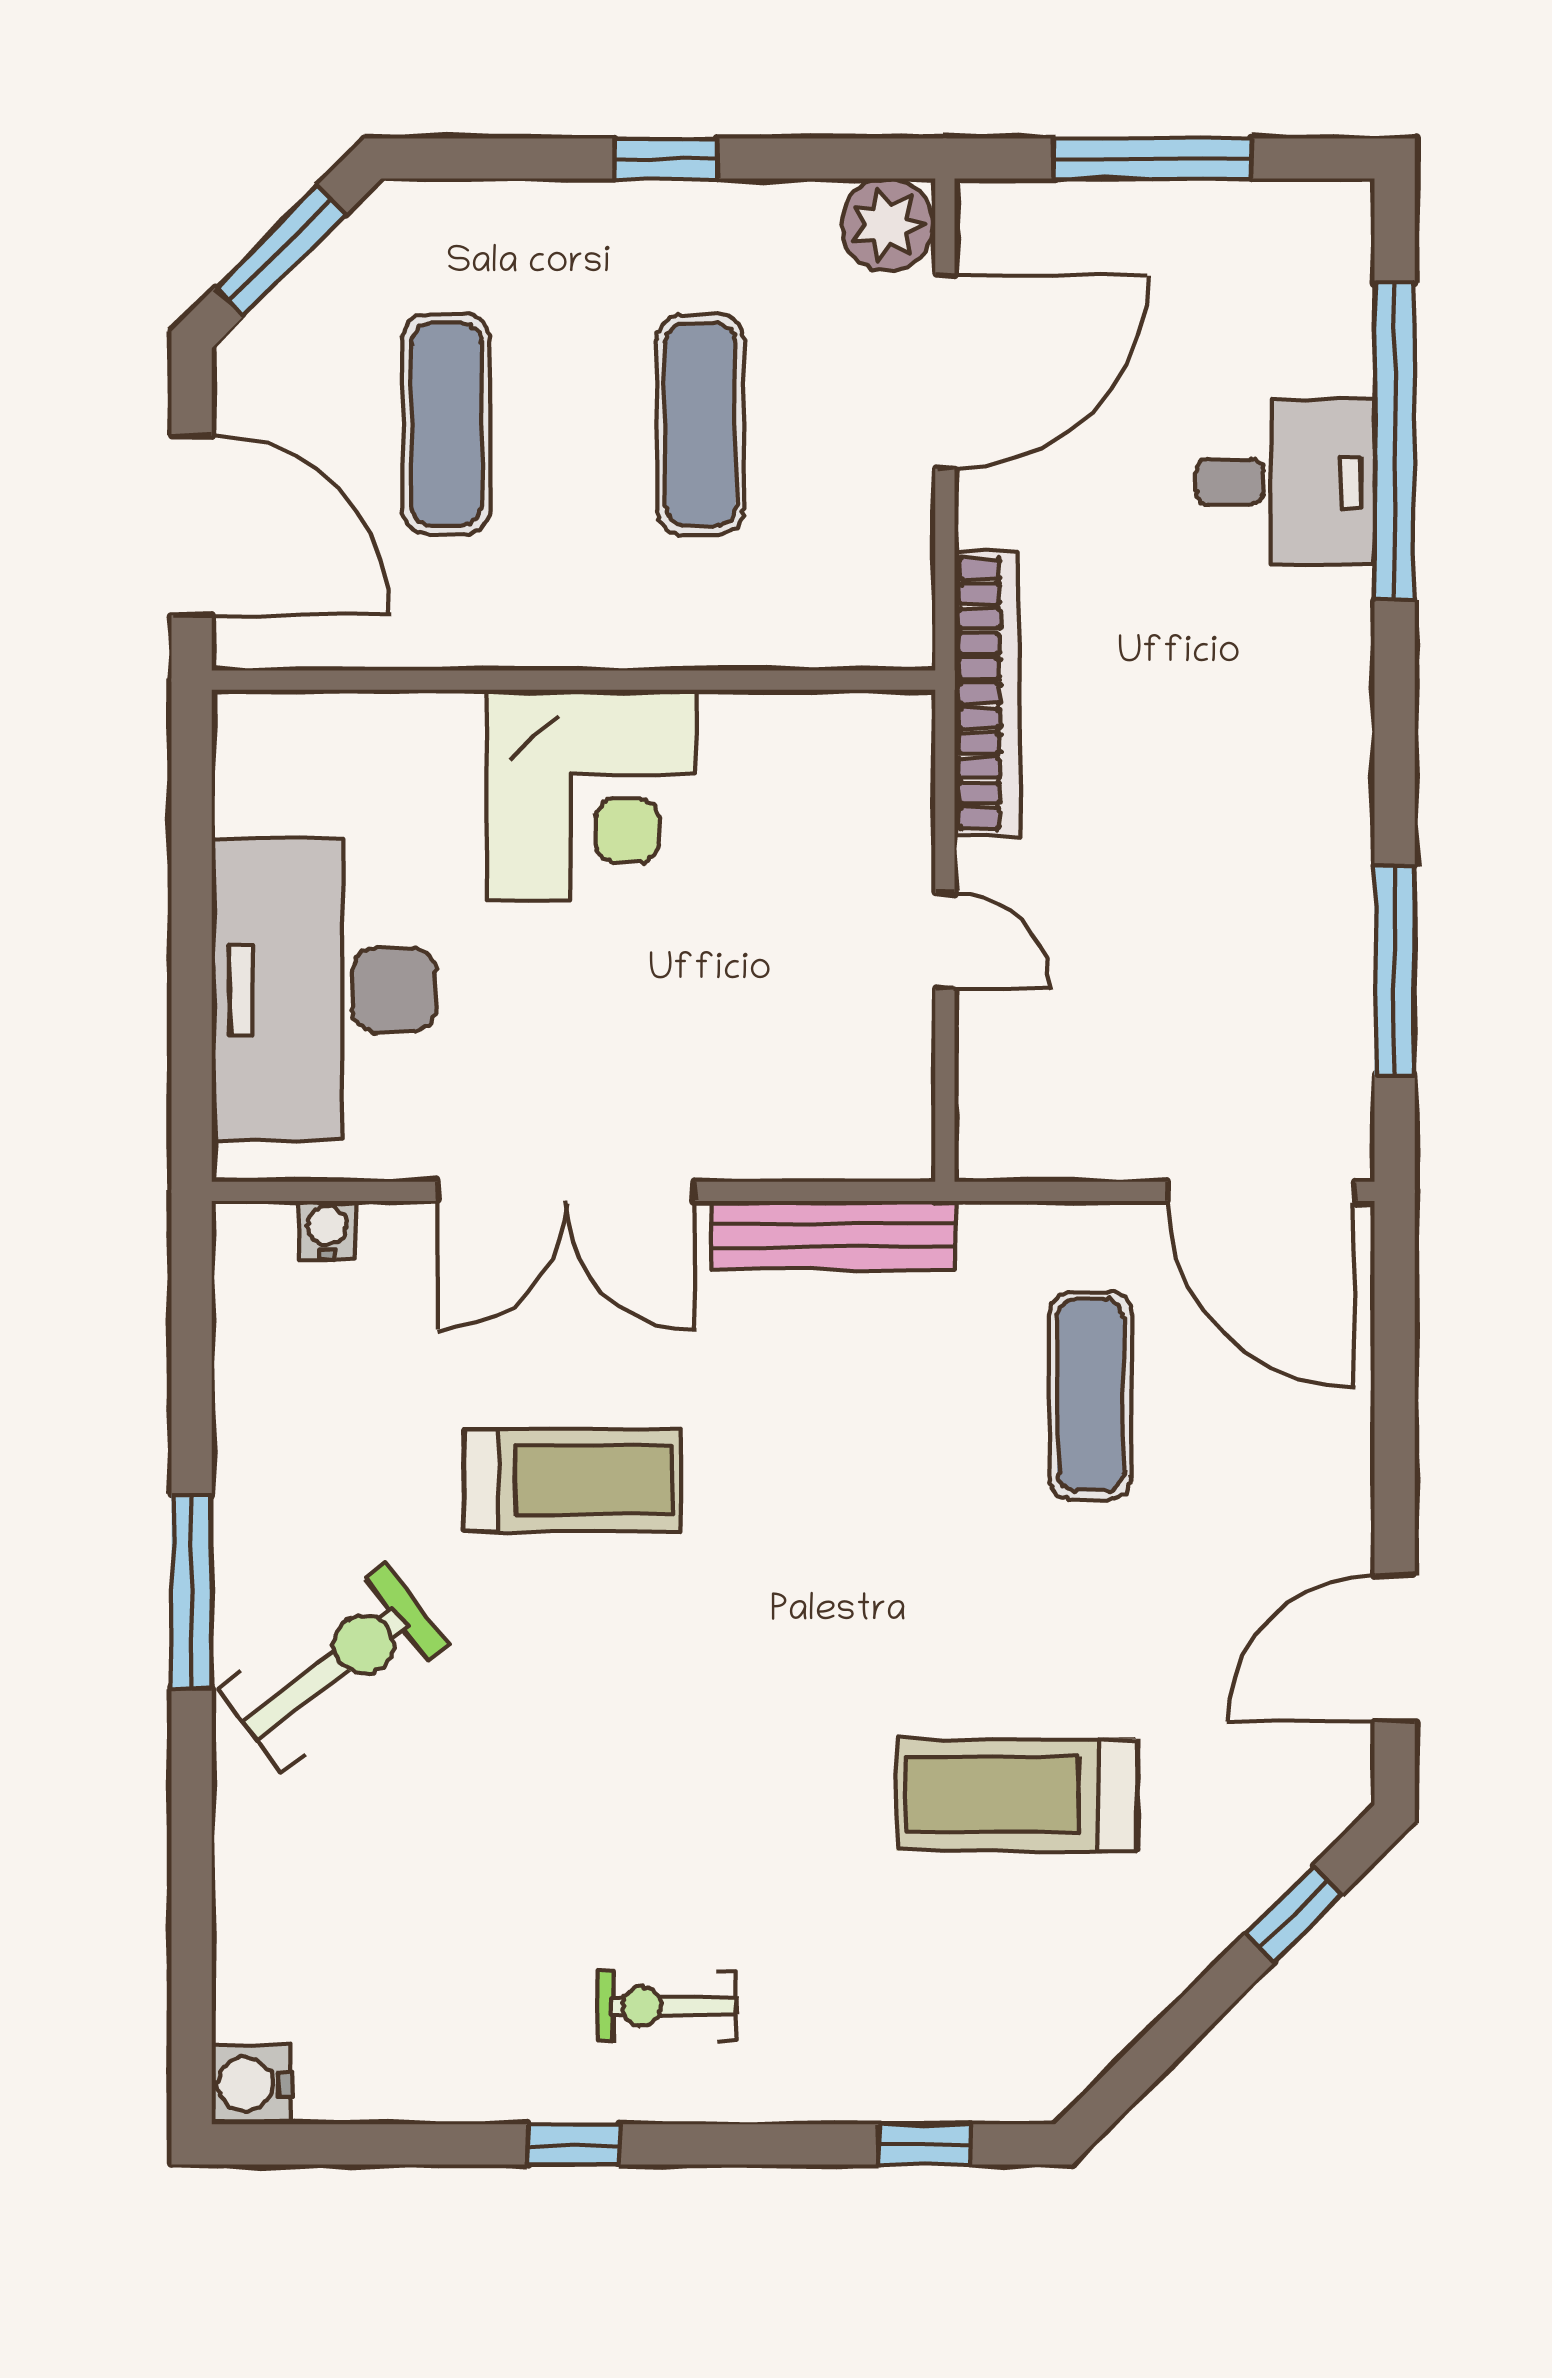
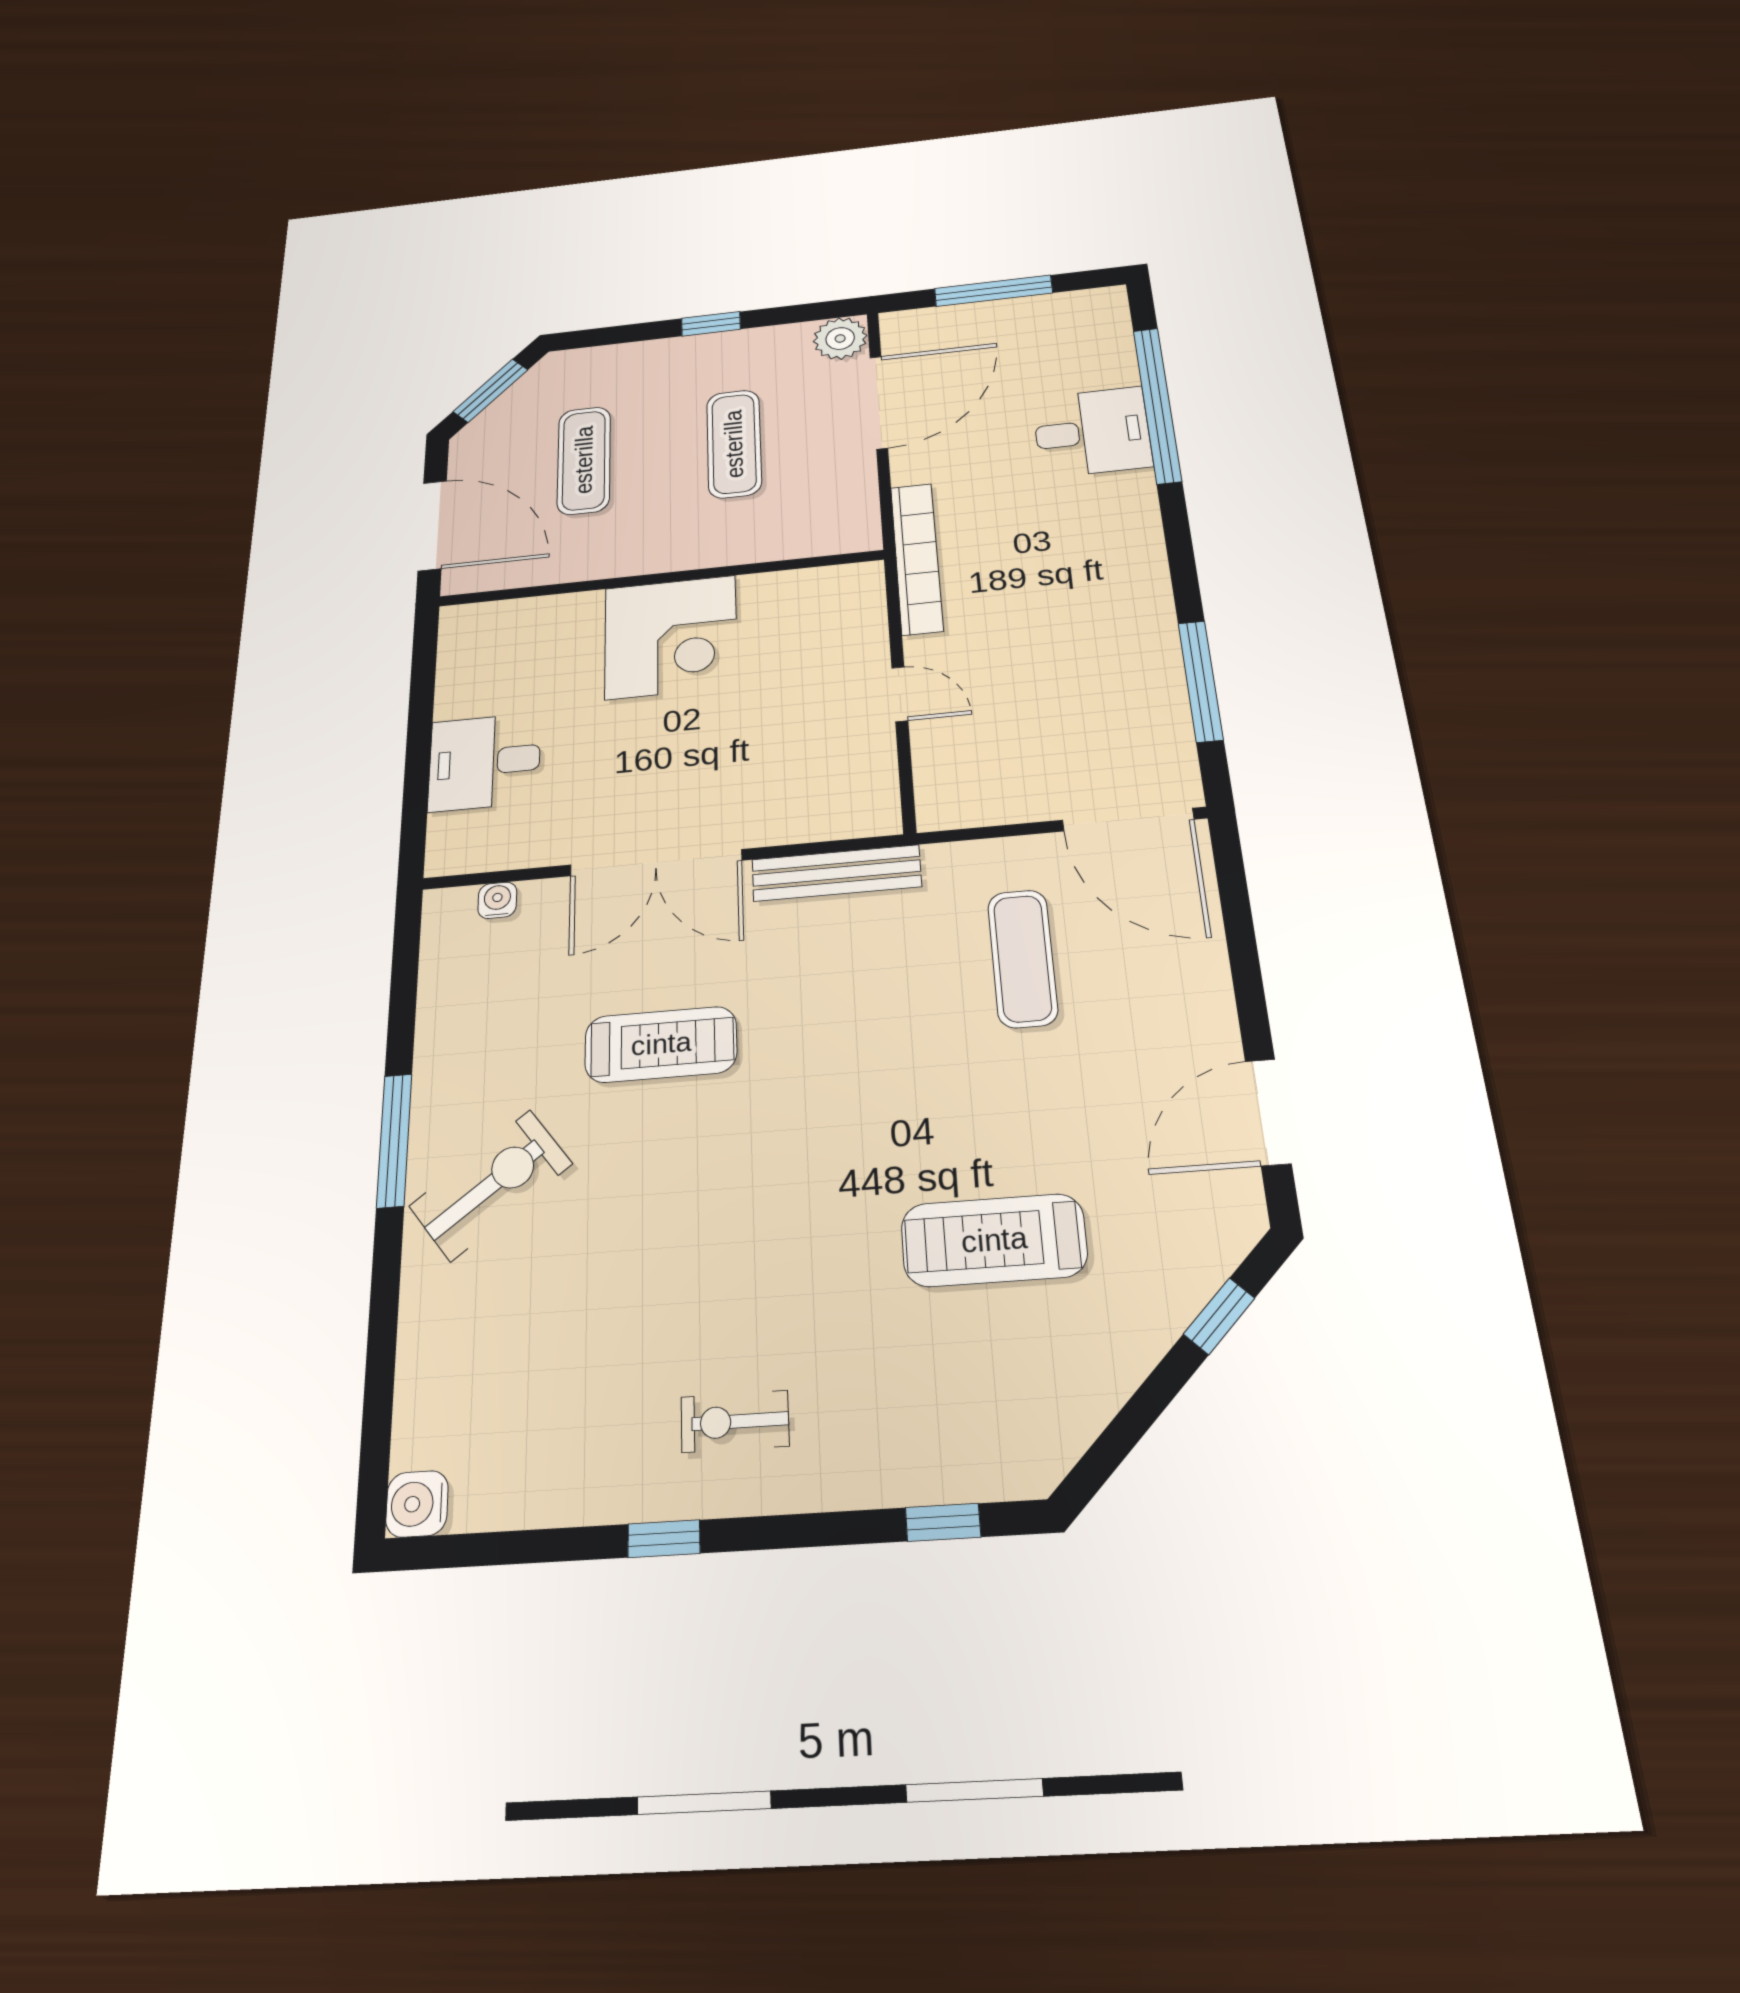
desk: (324, 990) -> (485, 762), width x0.53, depth x0.77

